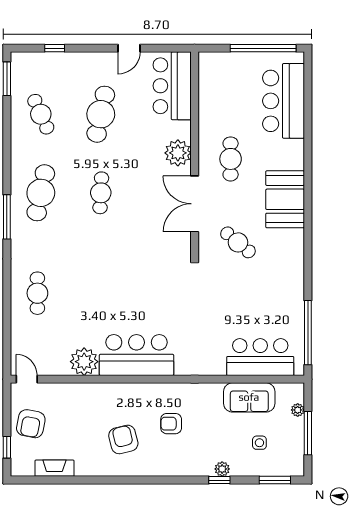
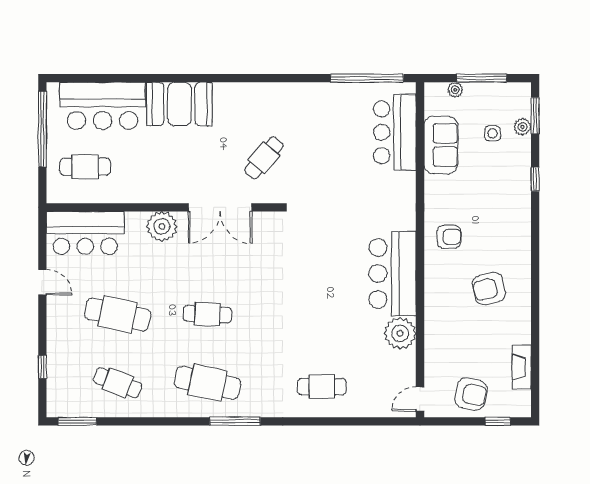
cafe table: (41, 114) -> (118, 383), turned 45
cafe table: (231, 159) -> (85, 167), moved
booth: (285, 199) -> (179, 104), moved
armchair: (171, 424) -> (449, 237), moved, turned -90
plant: (222, 469) -> (523, 127), moved

